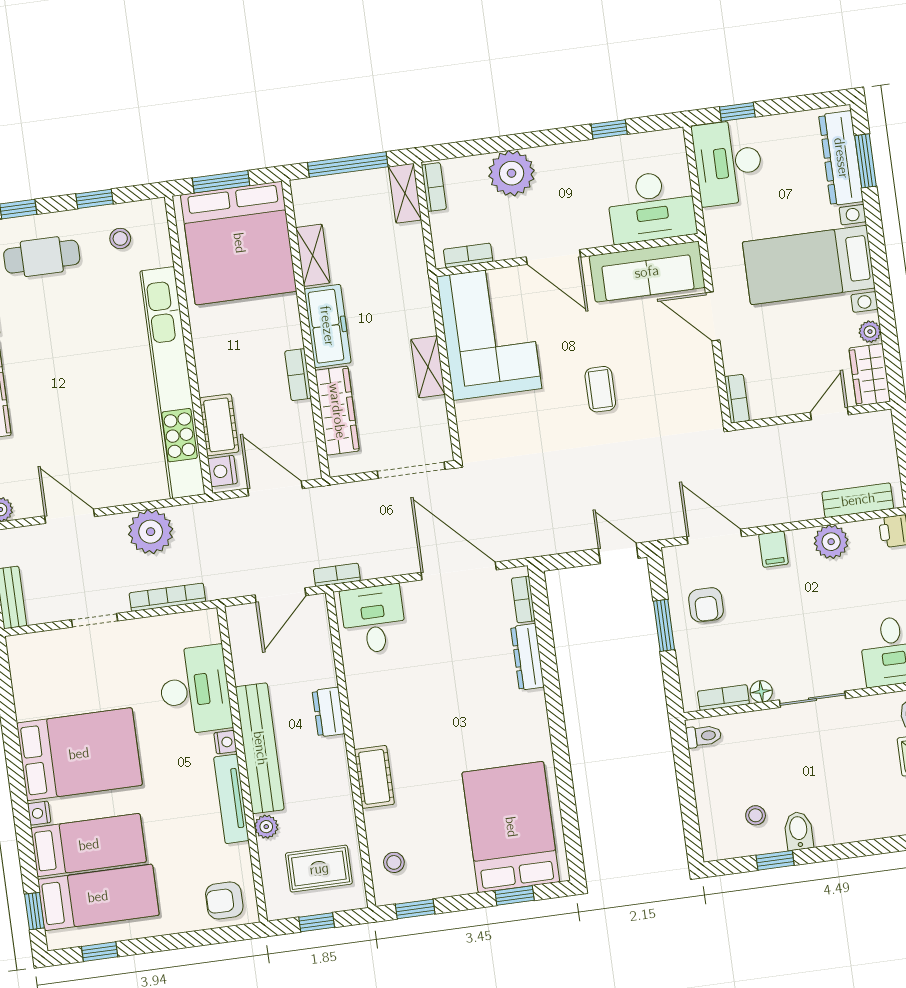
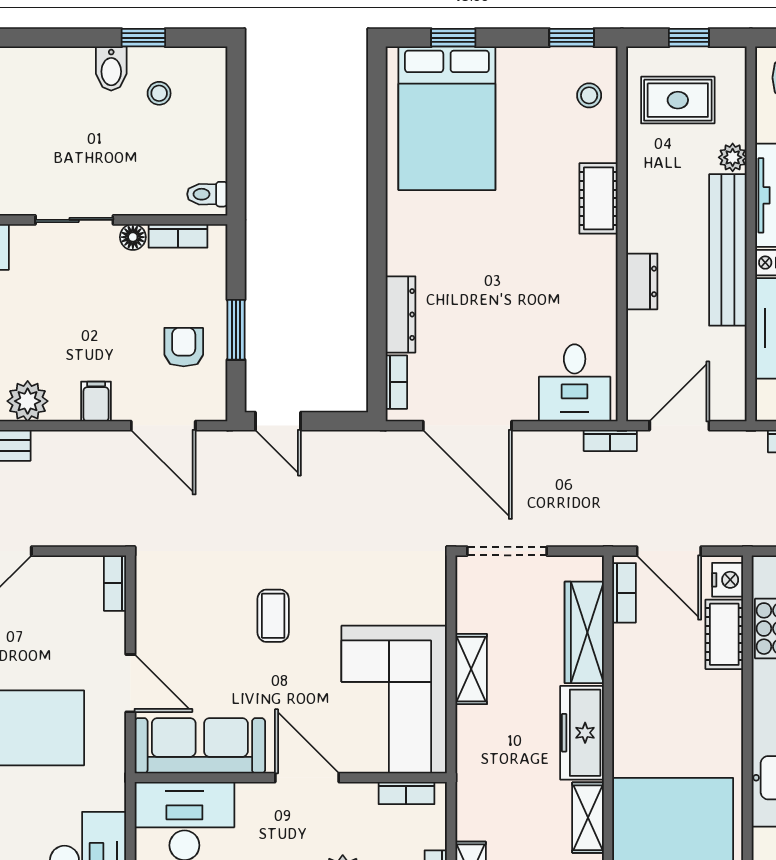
bookcase: (298, 375) -> (624, 593), moved

